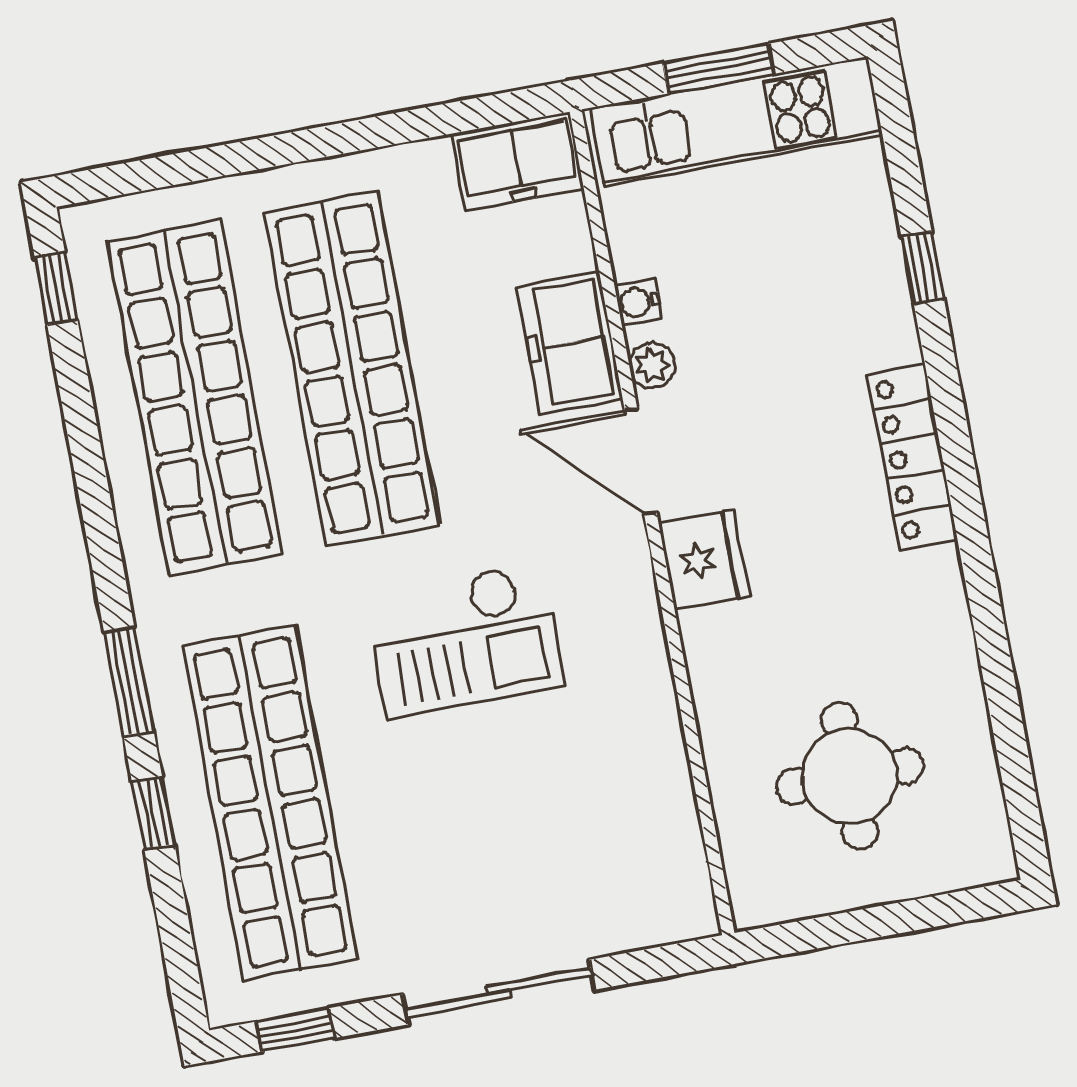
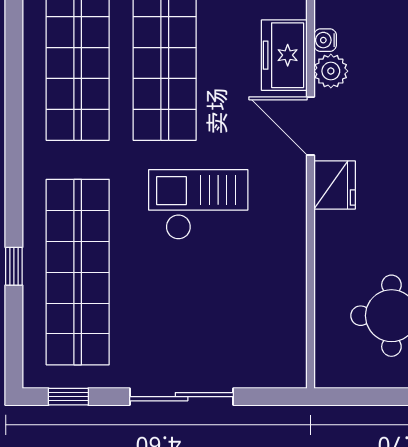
plant: (652, 366) -> (331, 71), width x1.38, depth x1.38
checkout: (465, 640) -> (198, 205), turned 180
window: (129, 682) -> (14, 193), removed

